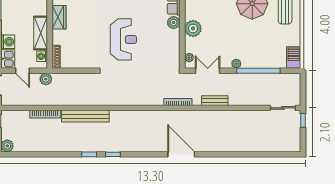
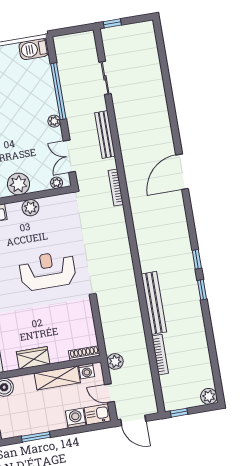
plant: (174, 23) -> (30, 208), moved
door: (22, 71) -> (109, 393), swing flipped
bench: (215, 101) -> (105, 134), width x1.36
sliding door: (283, 108) -> (105, 78), moved

